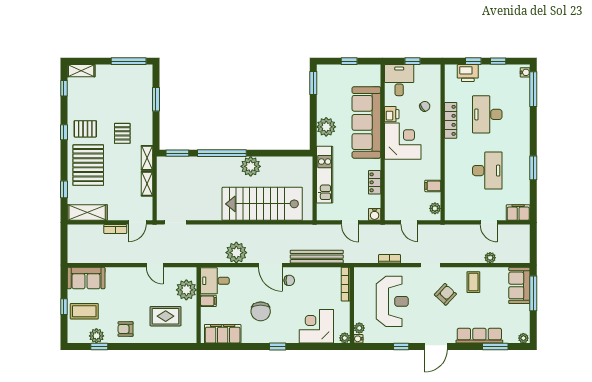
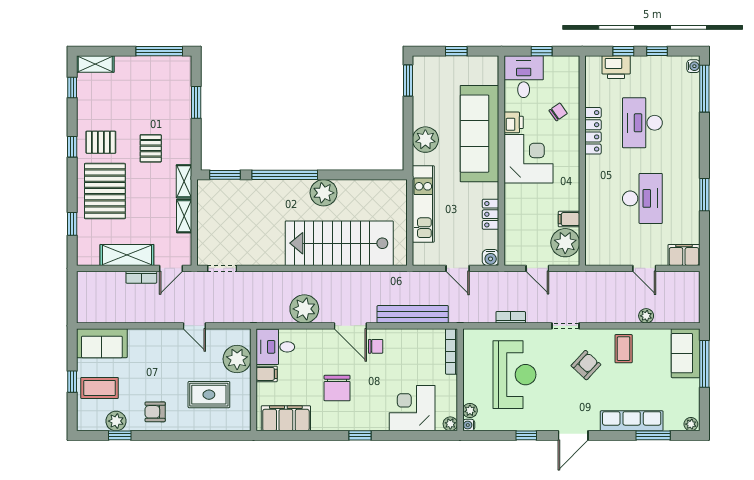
plant: (435, 208) -> (565, 243), width x1.88, depth x1.88
shelving: (87, 213) -> (127, 255), moved

